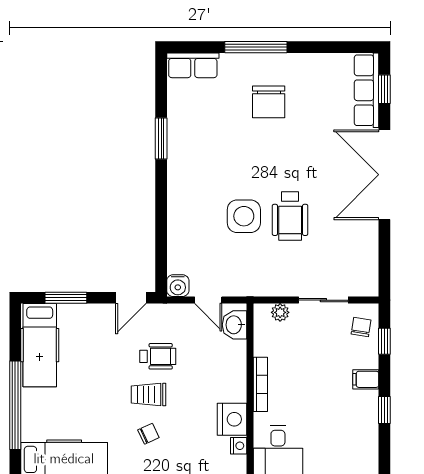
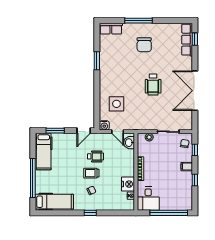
double door: (384, 175) -> (195, 91), moved
side table: (244, 216) -> (116, 104), moved
wheelchair: (290, 216) -> (153, 85), moved

